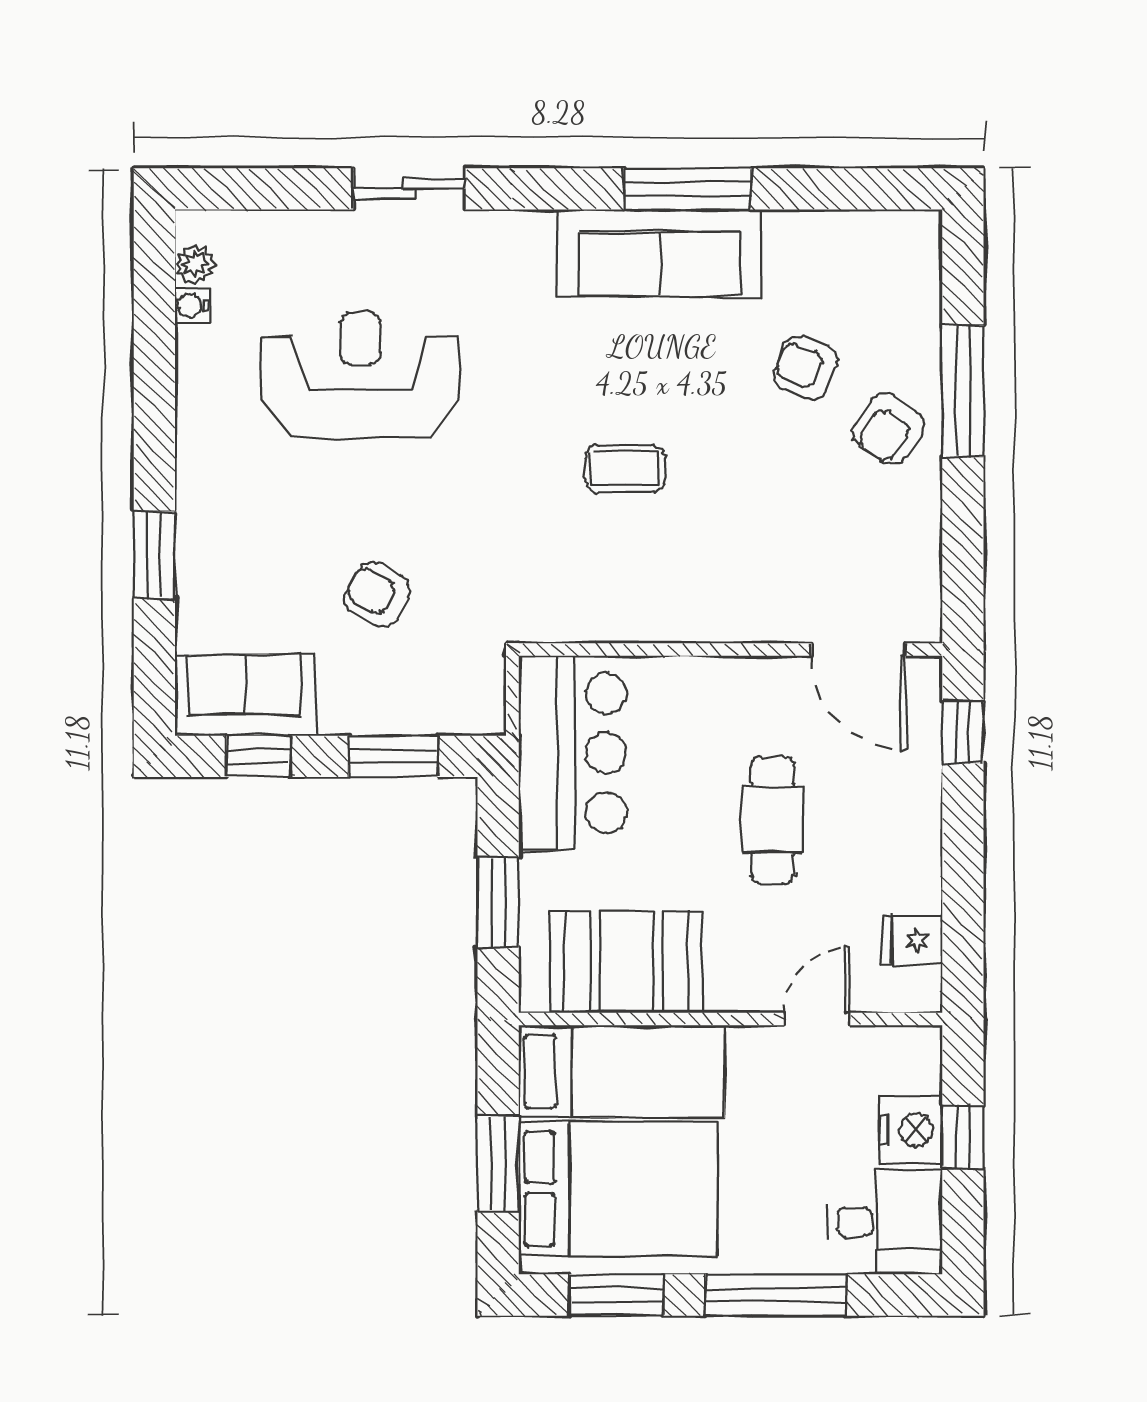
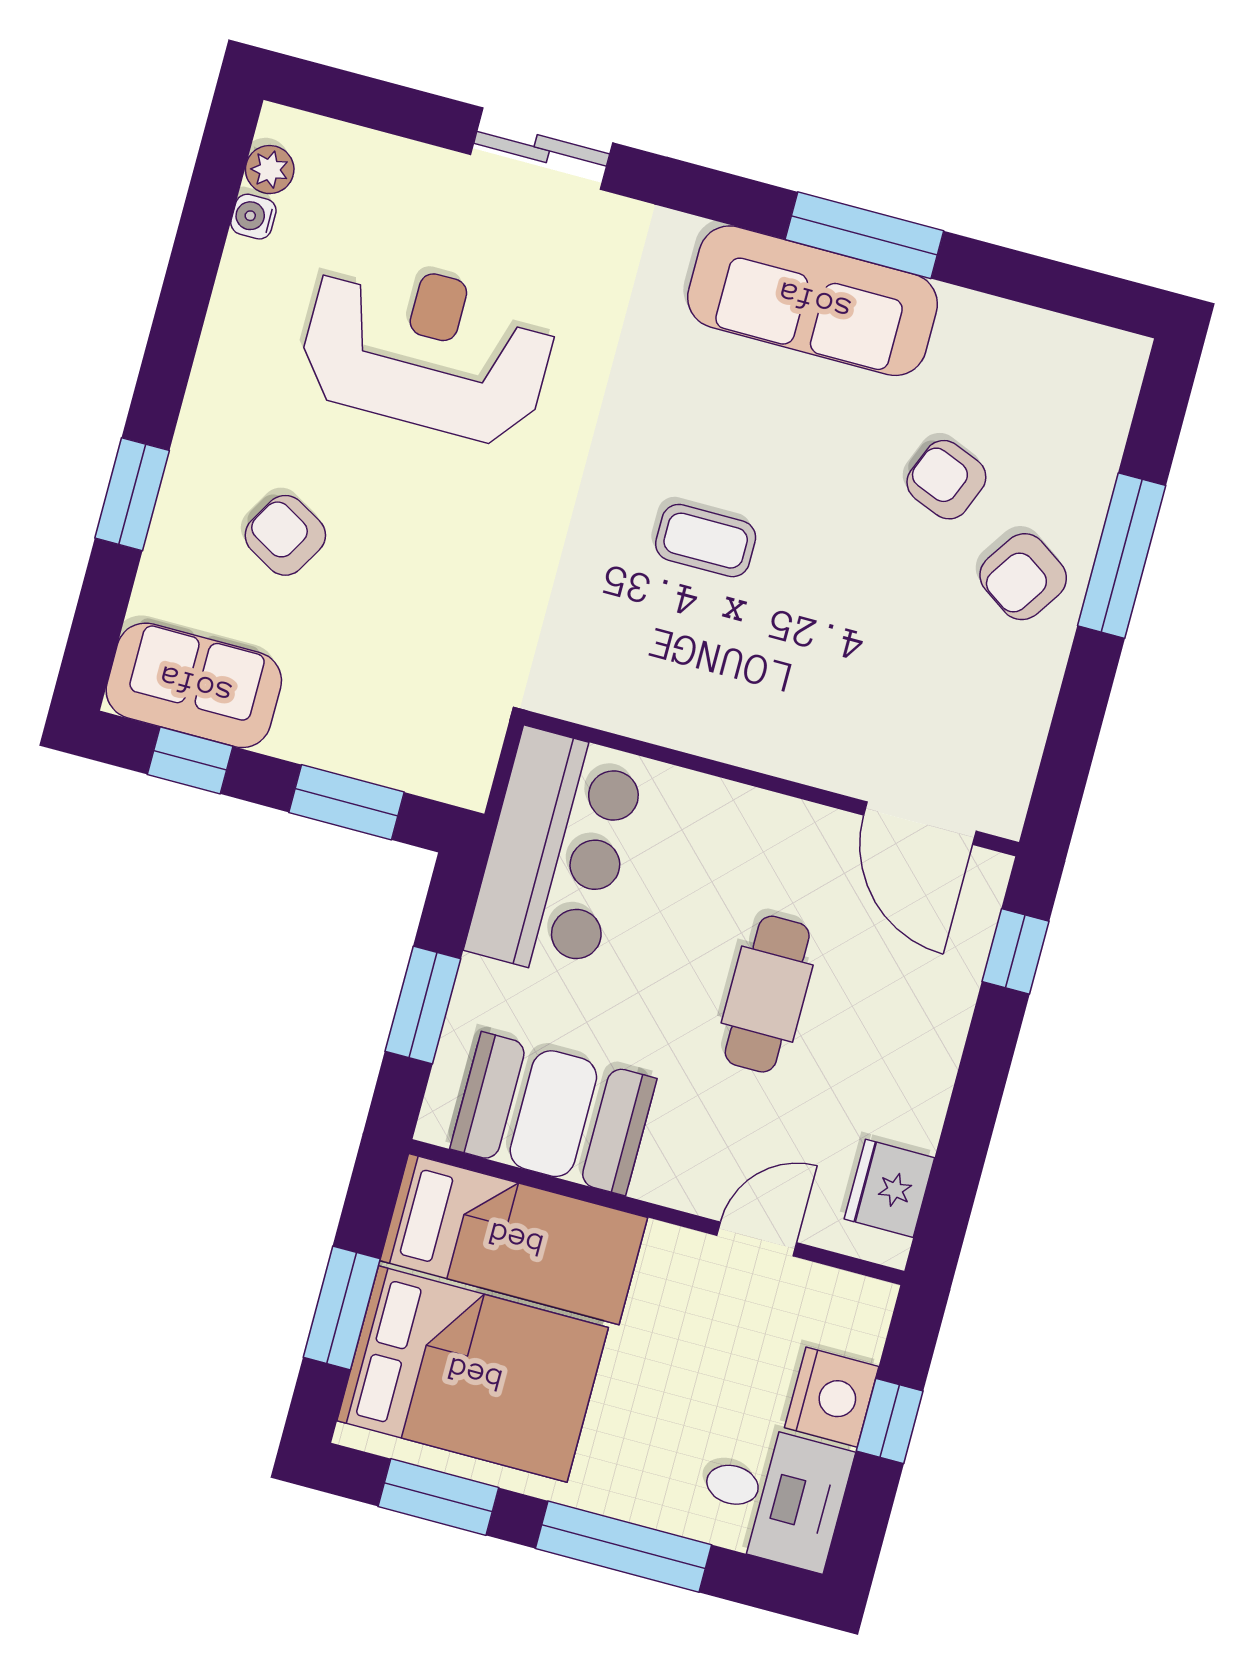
armchair: (377, 594) -> (285, 535), moved
fridge: (913, 940) -> (889, 1188), width x1.38

